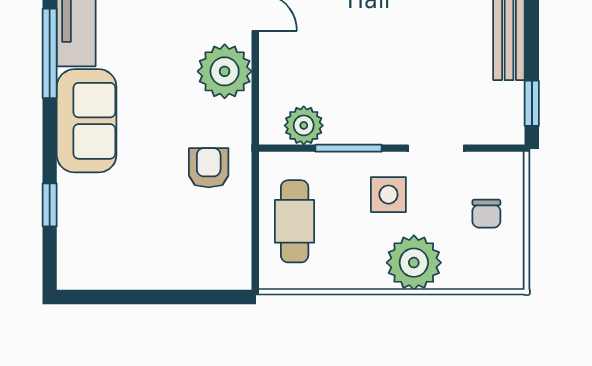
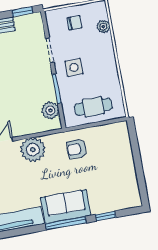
window: (50, 53) -> (66, 223), moved
plant: (414, 263) -> (103, 27), moved, width x0.53, depth x0.53

